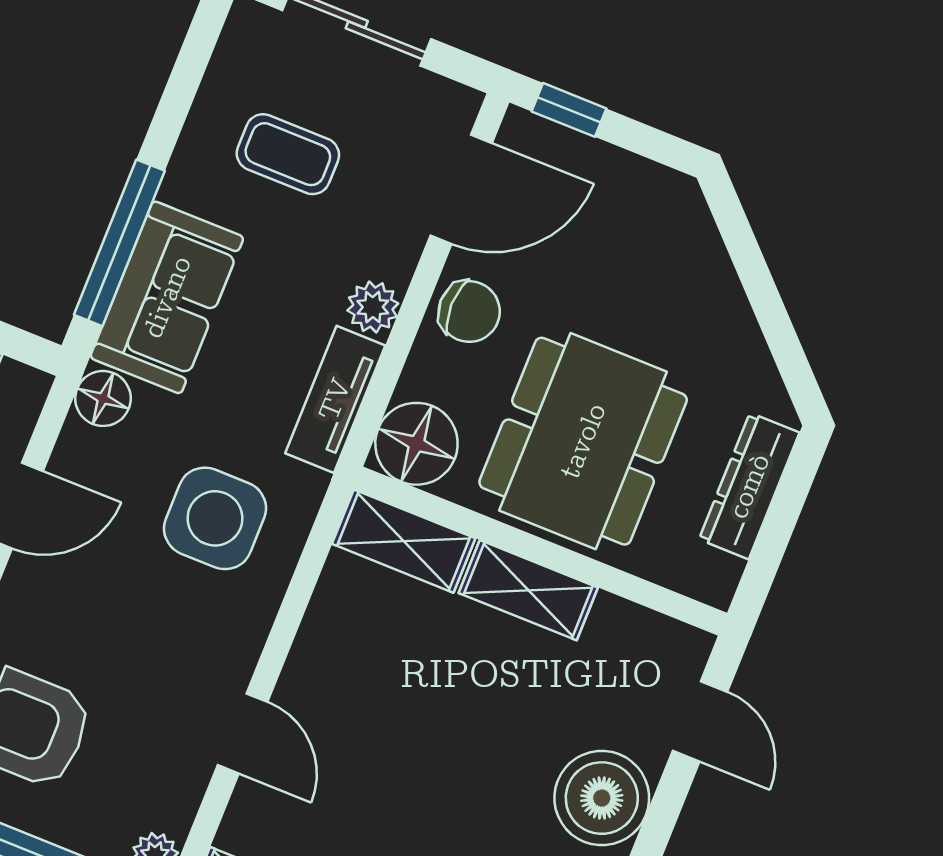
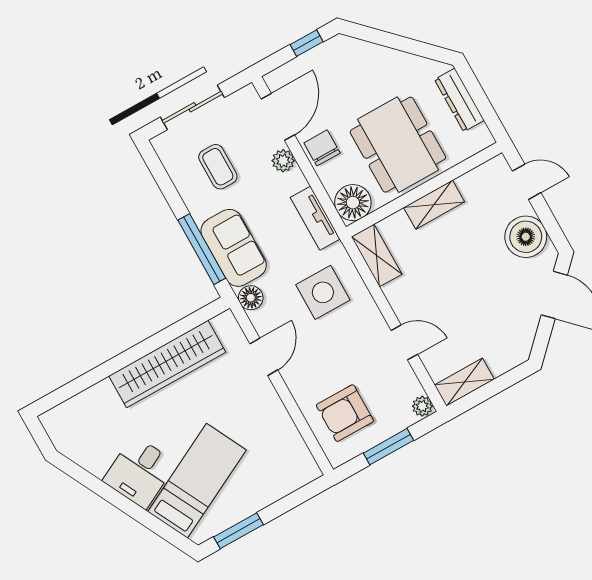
window: (569, 110) -> (307, 43), moved
coffee table: (288, 154) -> (218, 167), turned 90
plant: (373, 307) -> (283, 161), moved
chair: (469, 312) -> (322, 148), turned -90
shelving: (404, 541) -> (377, 255), moved, turned 90

